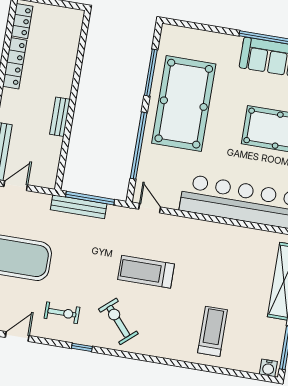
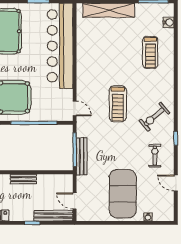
door: (150, 208) -> (75, 109), swing flipped
treadmill: (213, 331) -> (150, 52), turned -90
water cooler: (268, 368) -> (169, 22), moved

